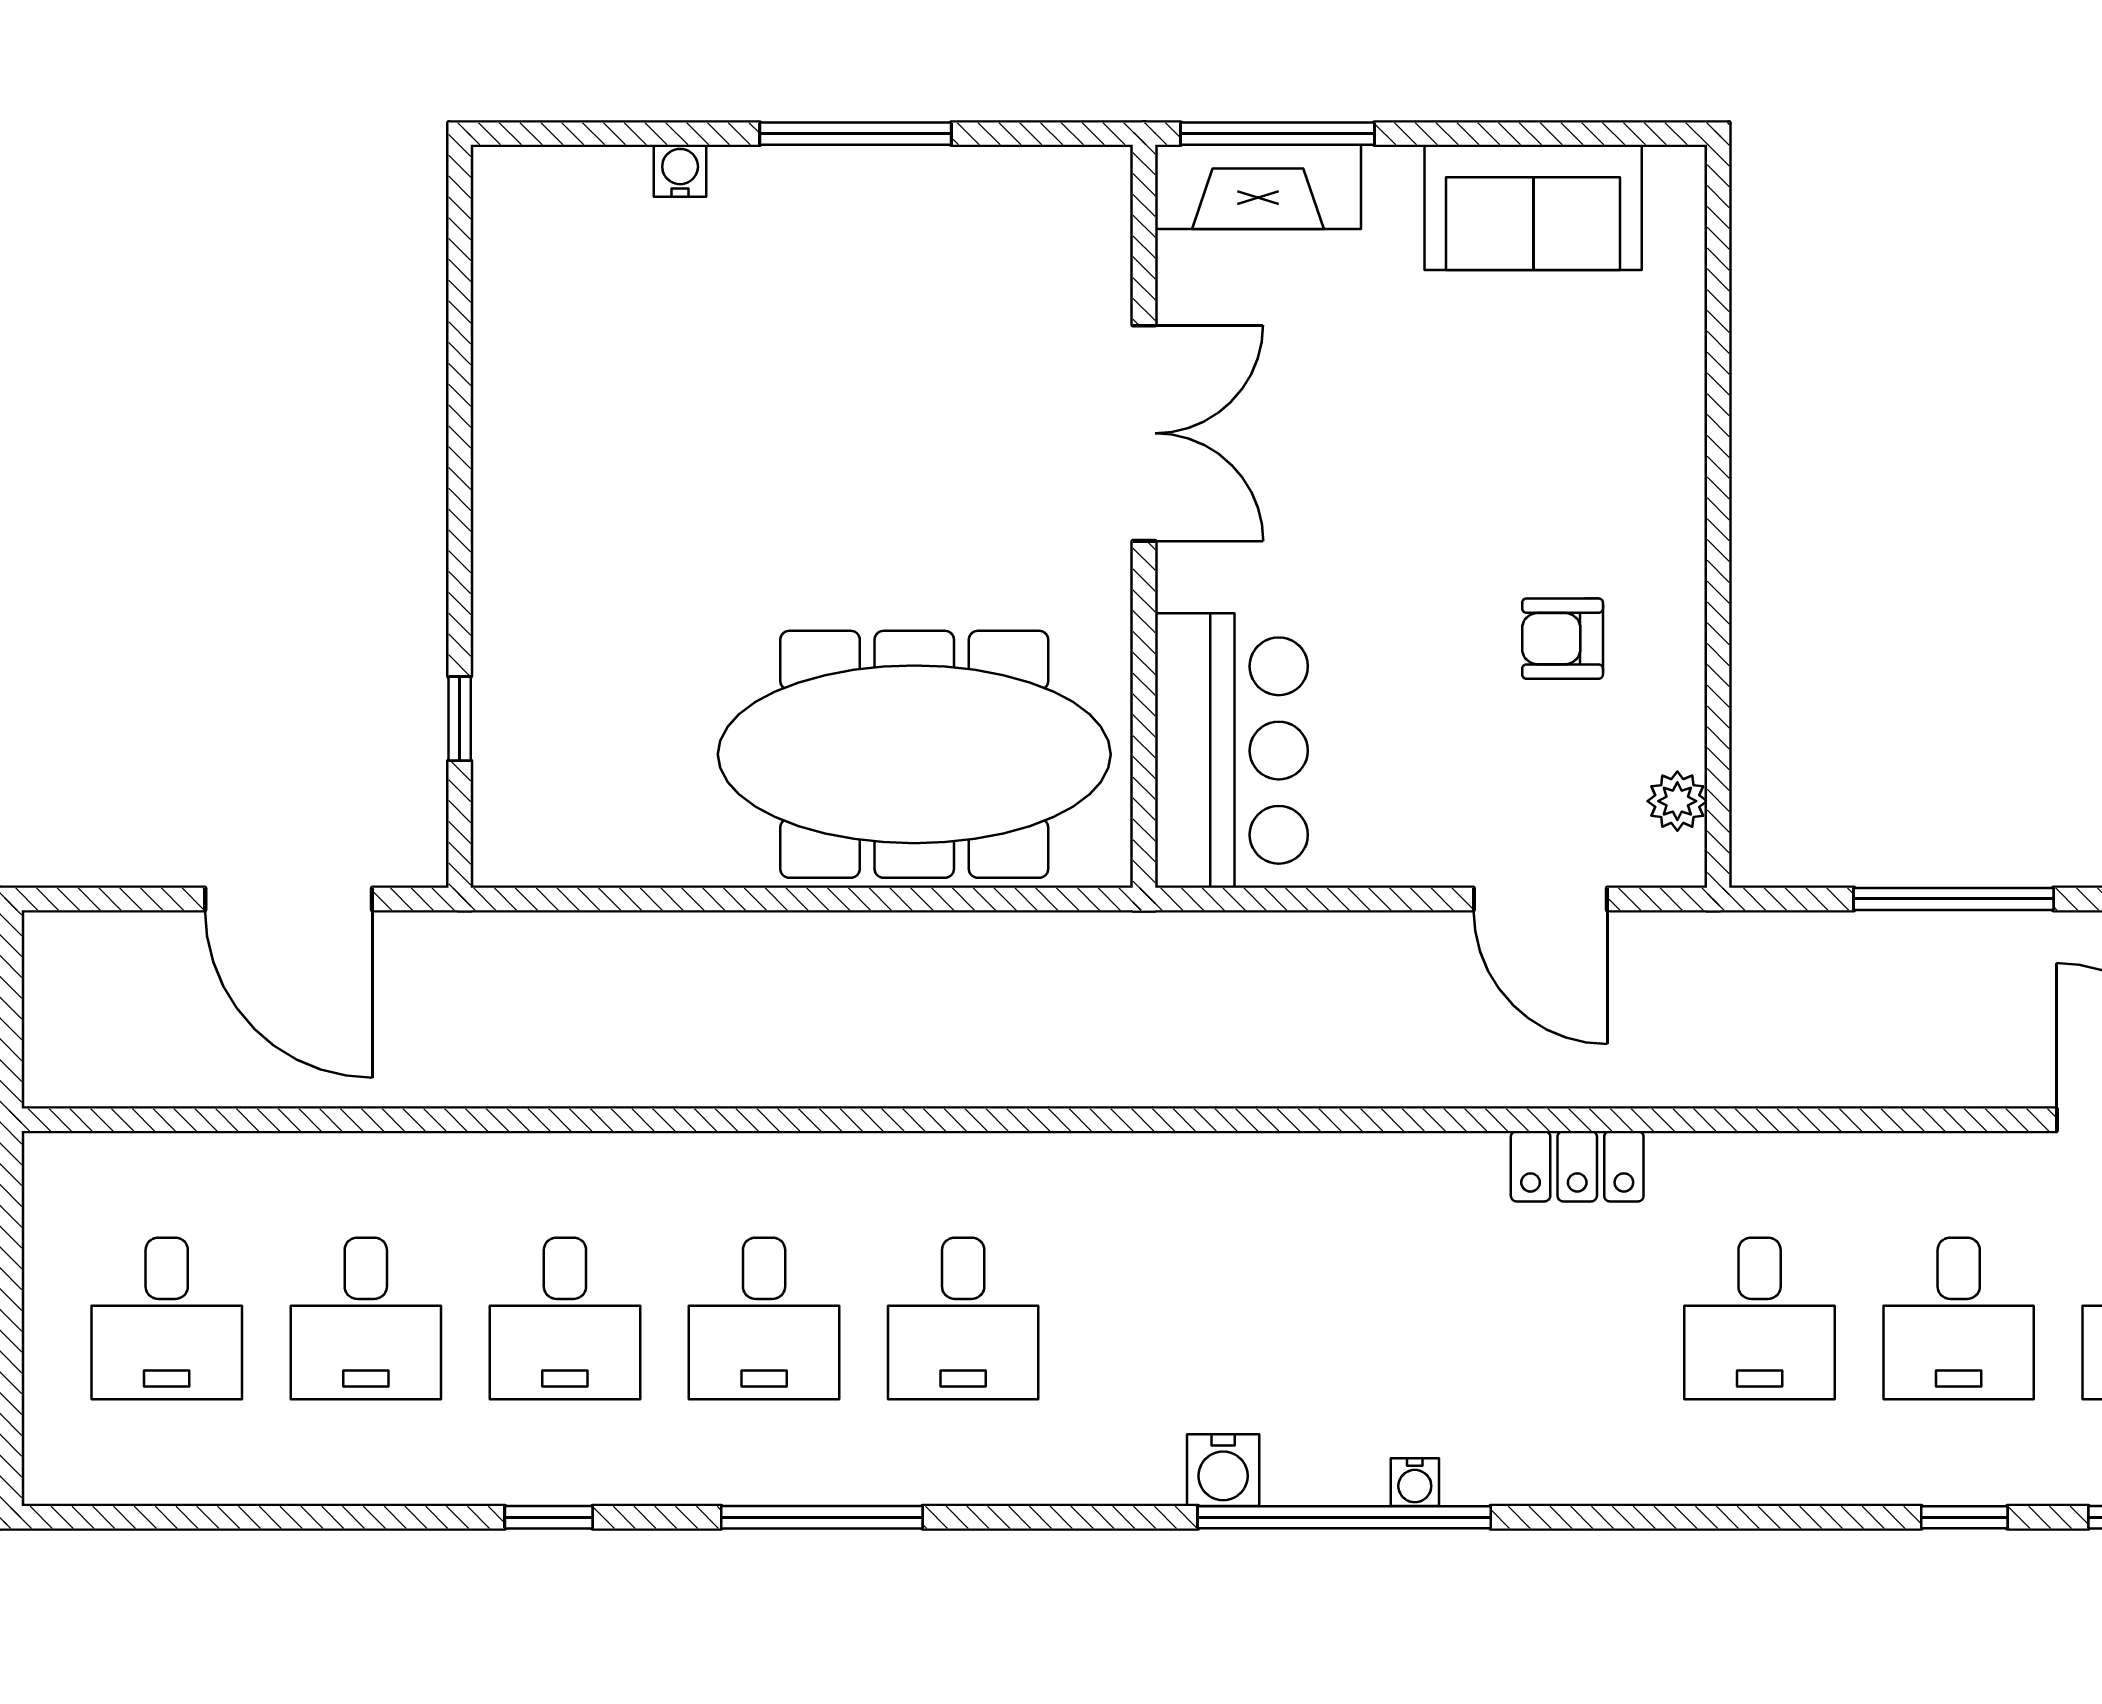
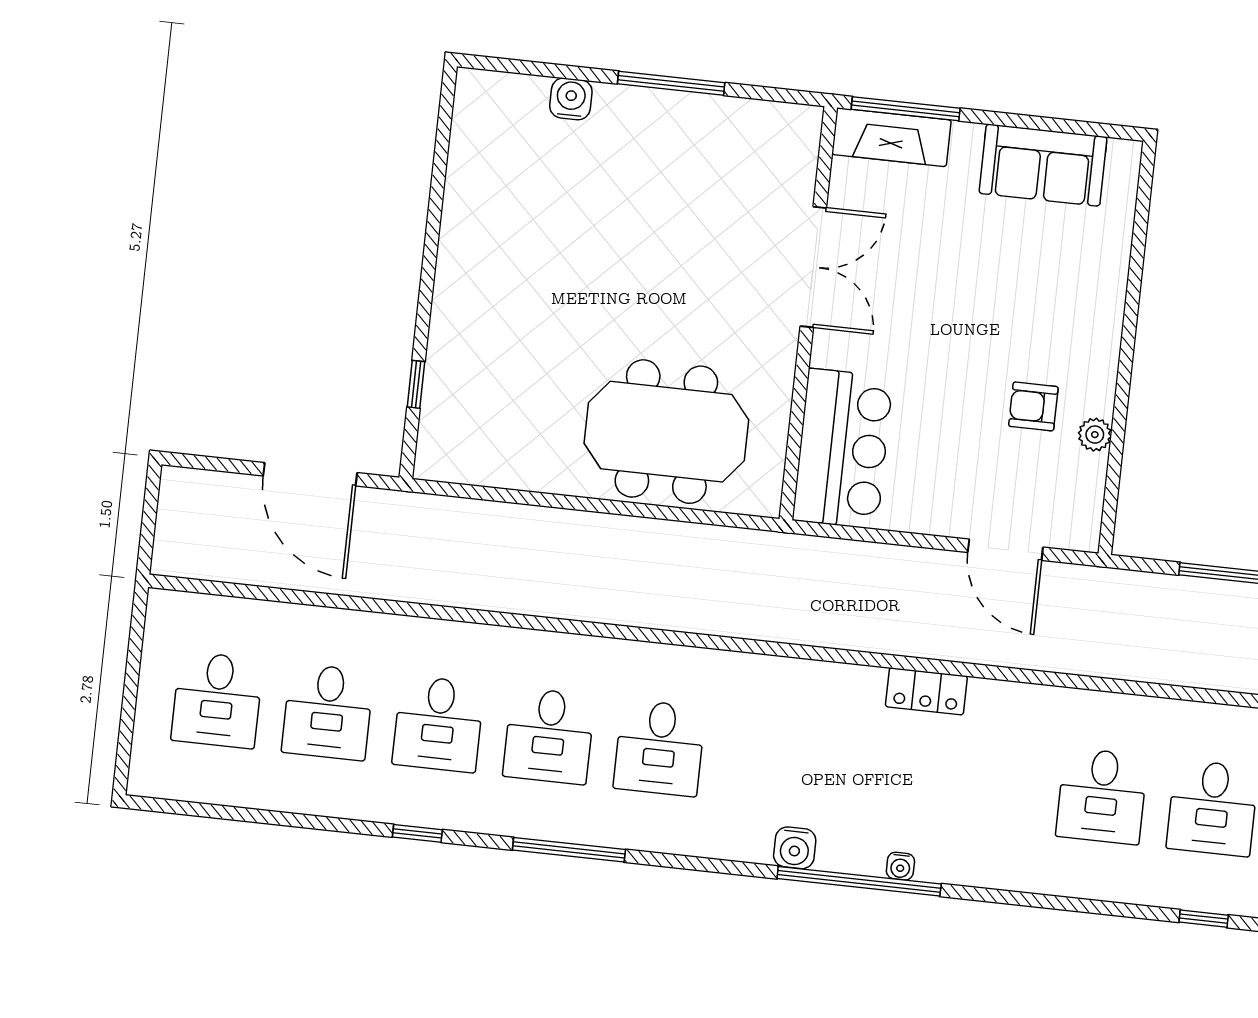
water cooler: (680, 171) -> (571, 99), width x1.38, depth x1.38
meeting table: (914, 754) -> (666, 432), width x0.73
plant: (1677, 801) -> (1095, 435), moved
locker: (1577, 1166) -> (926, 691), moved

